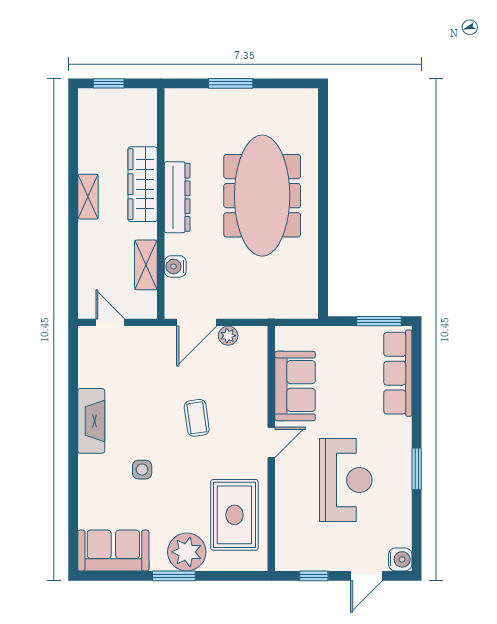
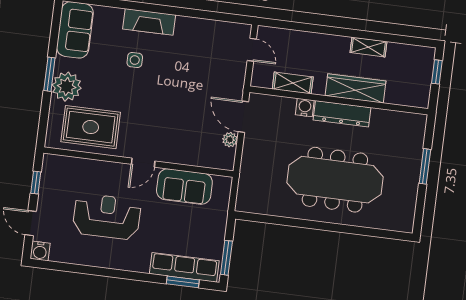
shelving: (88, 197) -> (368, 47), moved
water cooler: (175, 266) -> (305, 108), moved
door: (110, 322) -> (252, 50), hinge flipped
coffee table: (197, 418) -> (169, 107), removed
fireplace: (91, 421) -> (149, 22), moved
door: (271, 442) -> (143, 163), hinge flipped
window: (417, 469) -> (183, 282), moved
reception desk: (346, 480) -> (107, 217), turned 180

